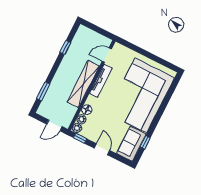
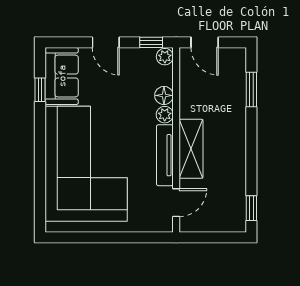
window: (65, 48) -> (251, 208), moved
shelving: (83, 84) -> (191, 149), width x0.68
plant: (81, 119) -> (165, 115), moved
door: (54, 125) -> (205, 42), swing flipped

